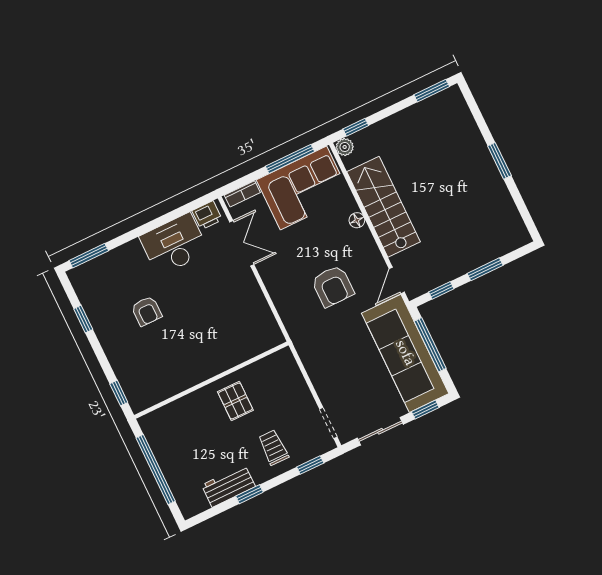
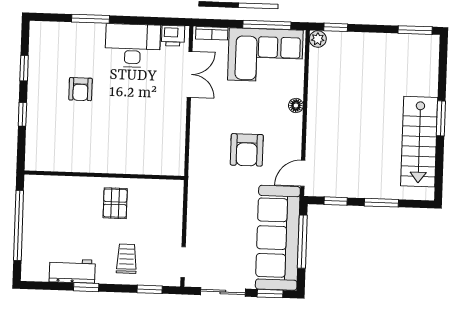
stairs: (384, 207) -> (419, 142), moved, turned 180
window: (89, 256) -> (91, 19), moved
window: (119, 393) -> (22, 114), moved

